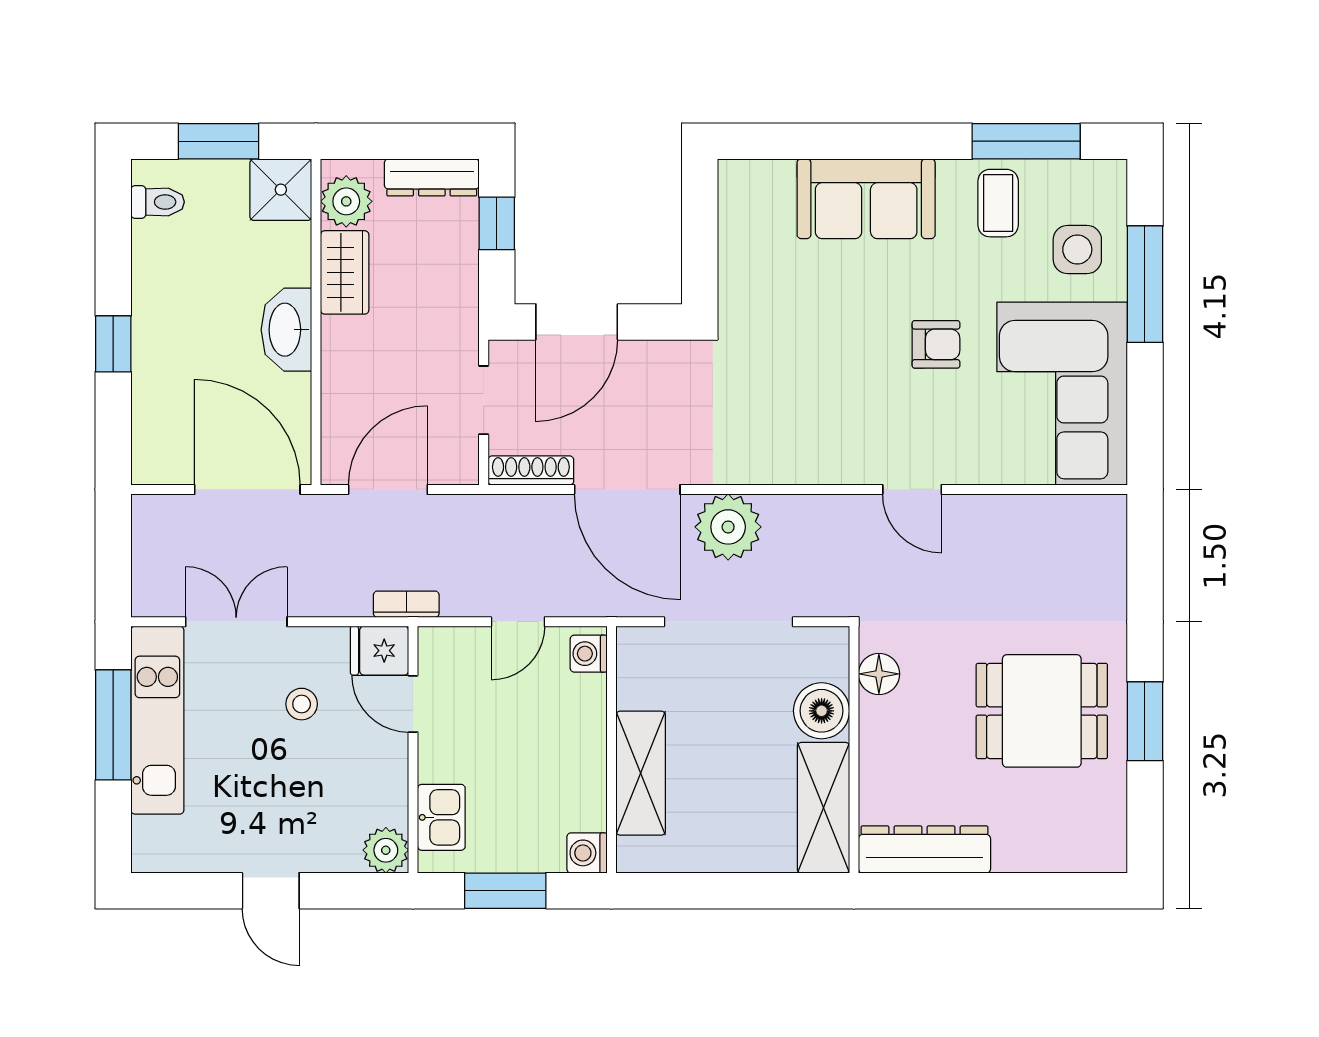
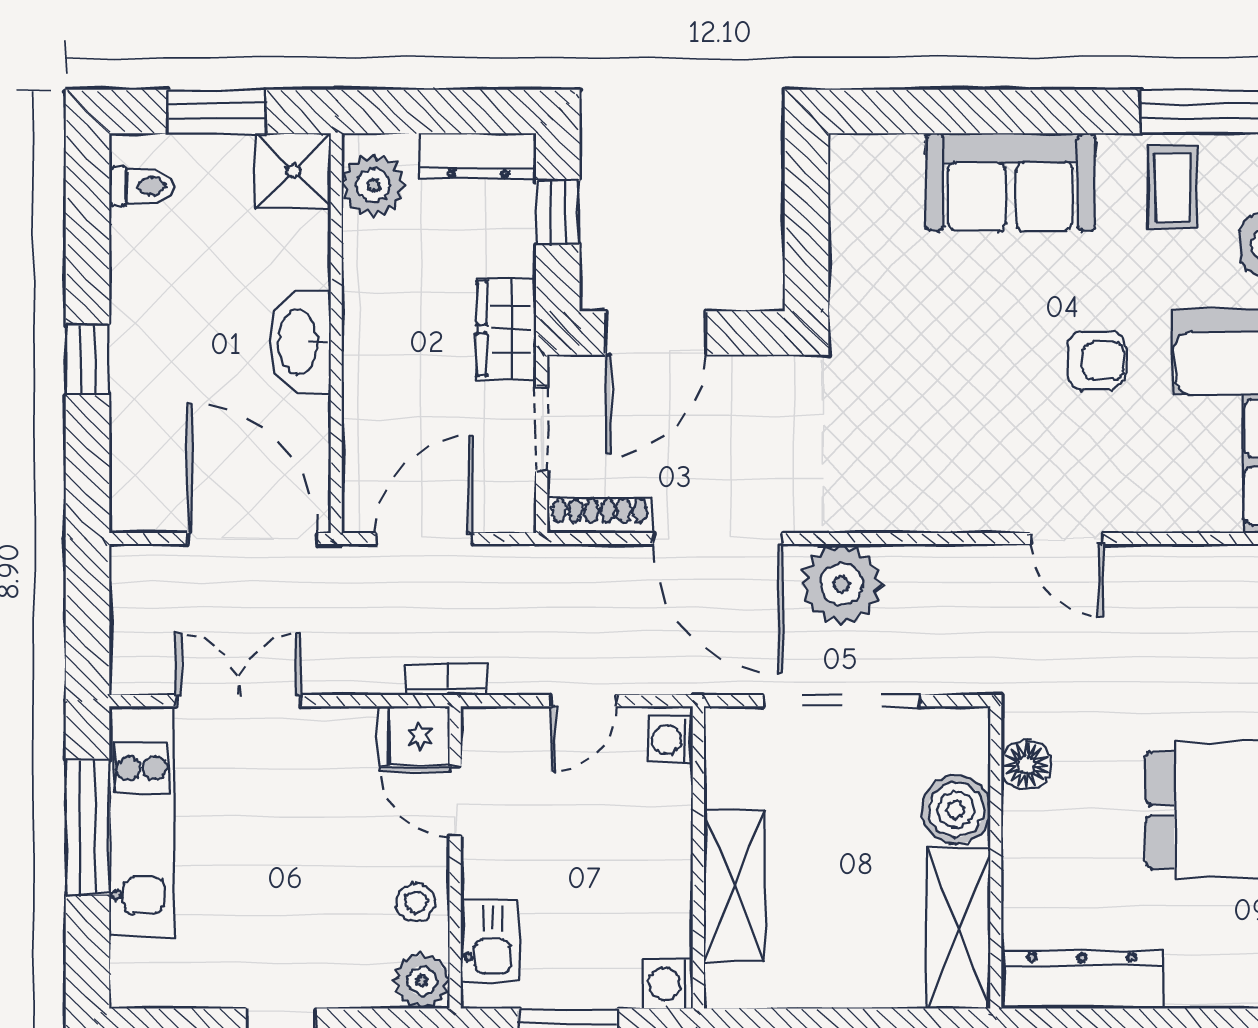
wardrobe: (345, 272) -> (507, 329), moved, turned 180
stool: (302, 704) -> (416, 902), moved

